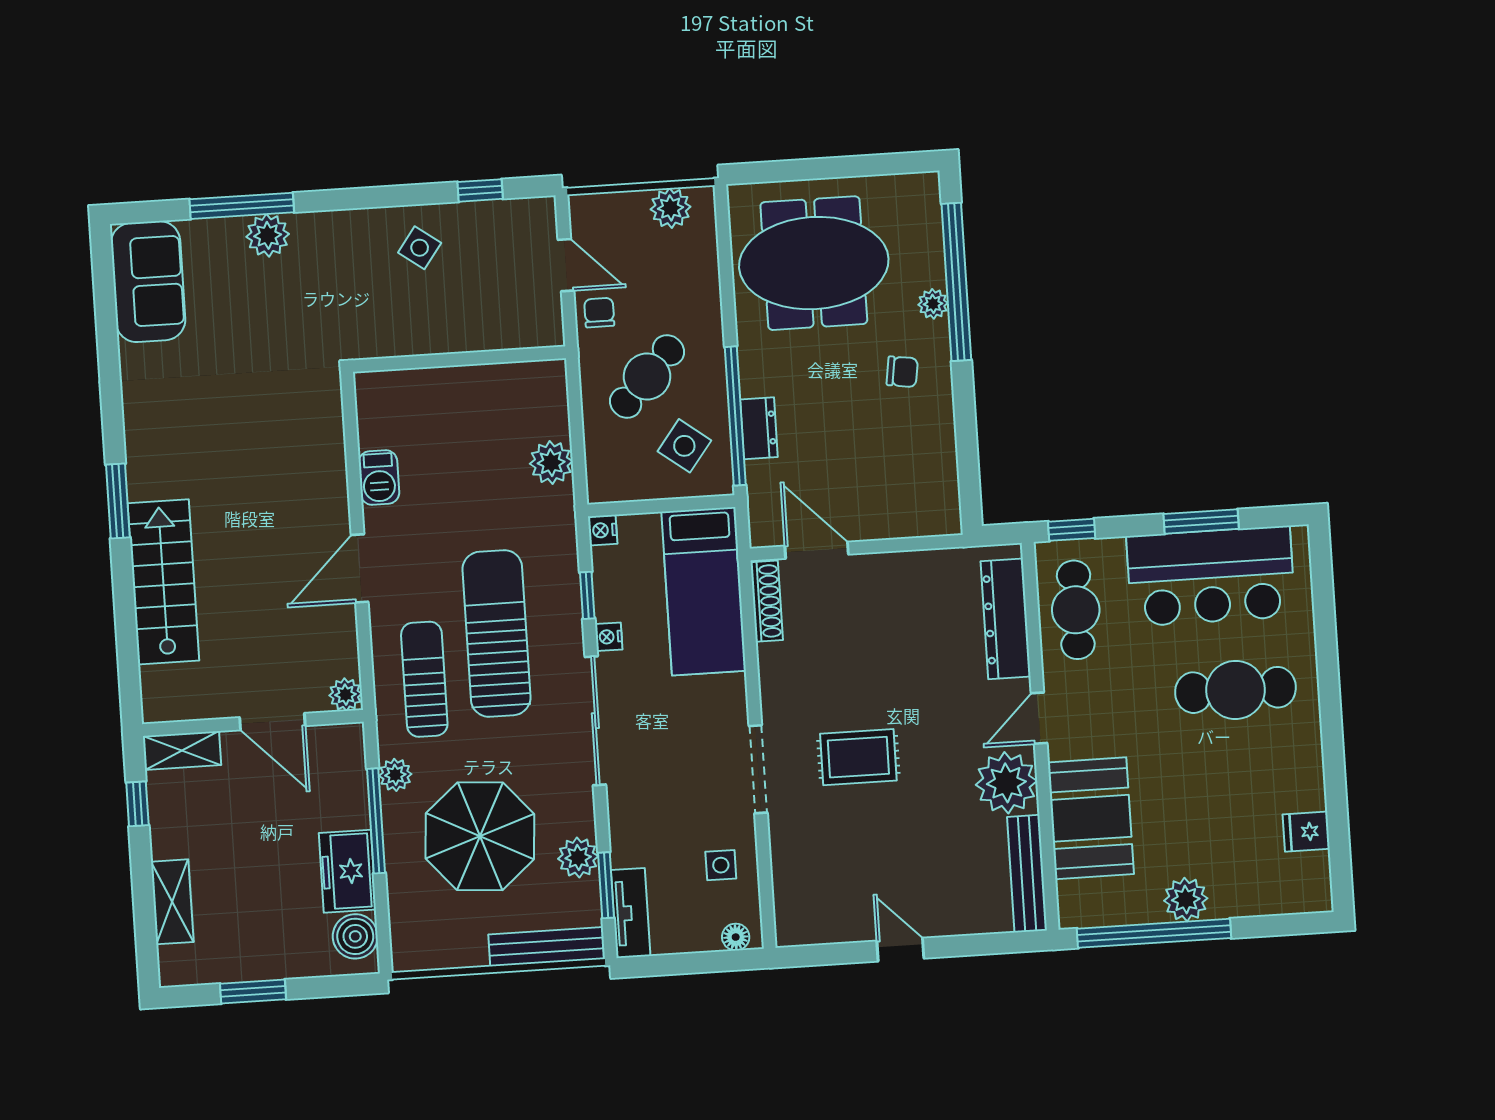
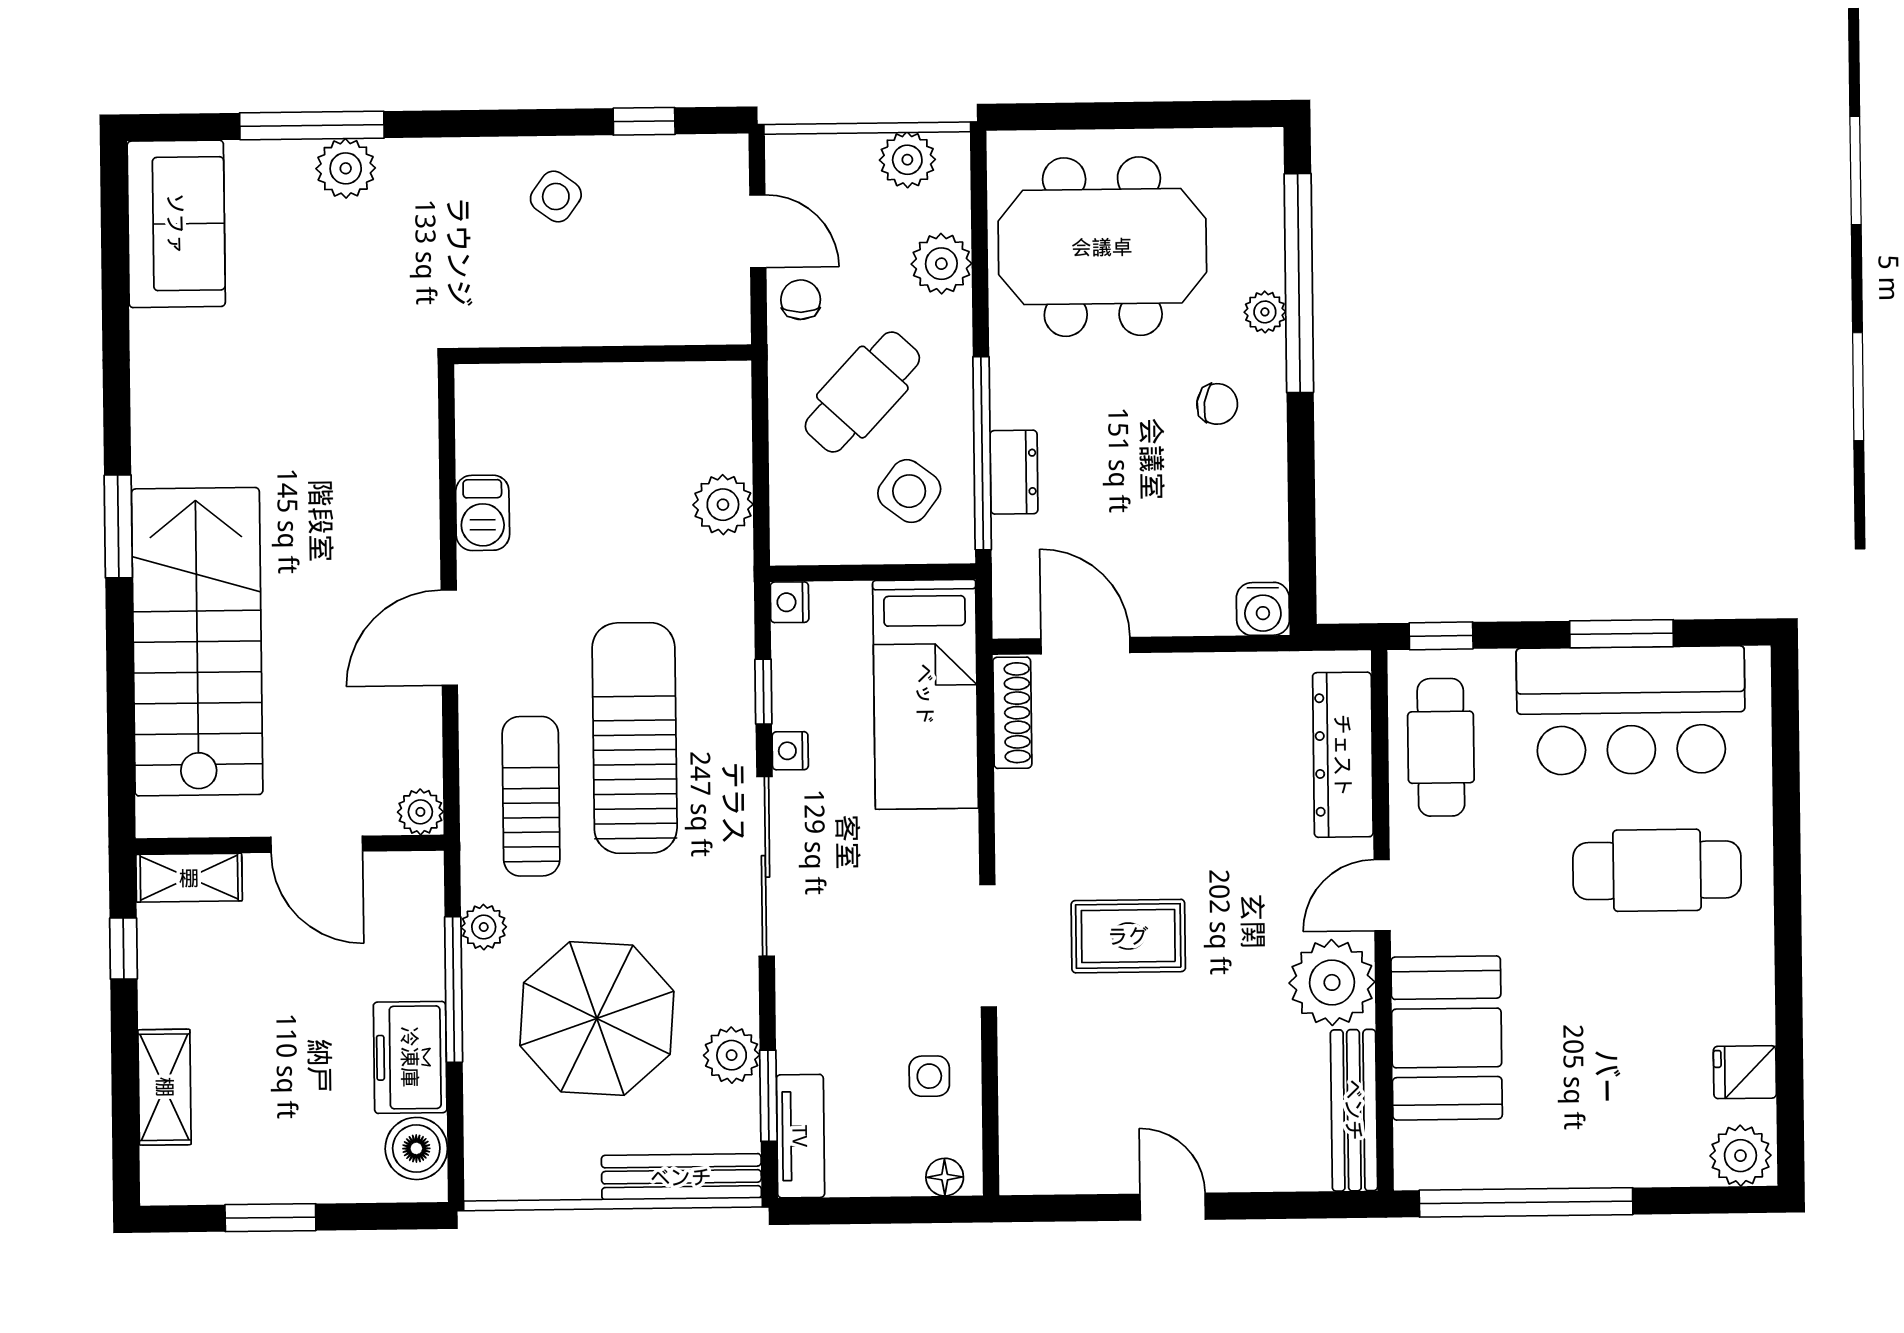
plant: (699, 281) -> (941, 264), added
water cooler: (943, 517) -> (1263, 609), added
stairs: (163, 582) -> (197, 642), width x1.36, depth x1.51
plant: (1186, 899) -> (1740, 1156), moved

